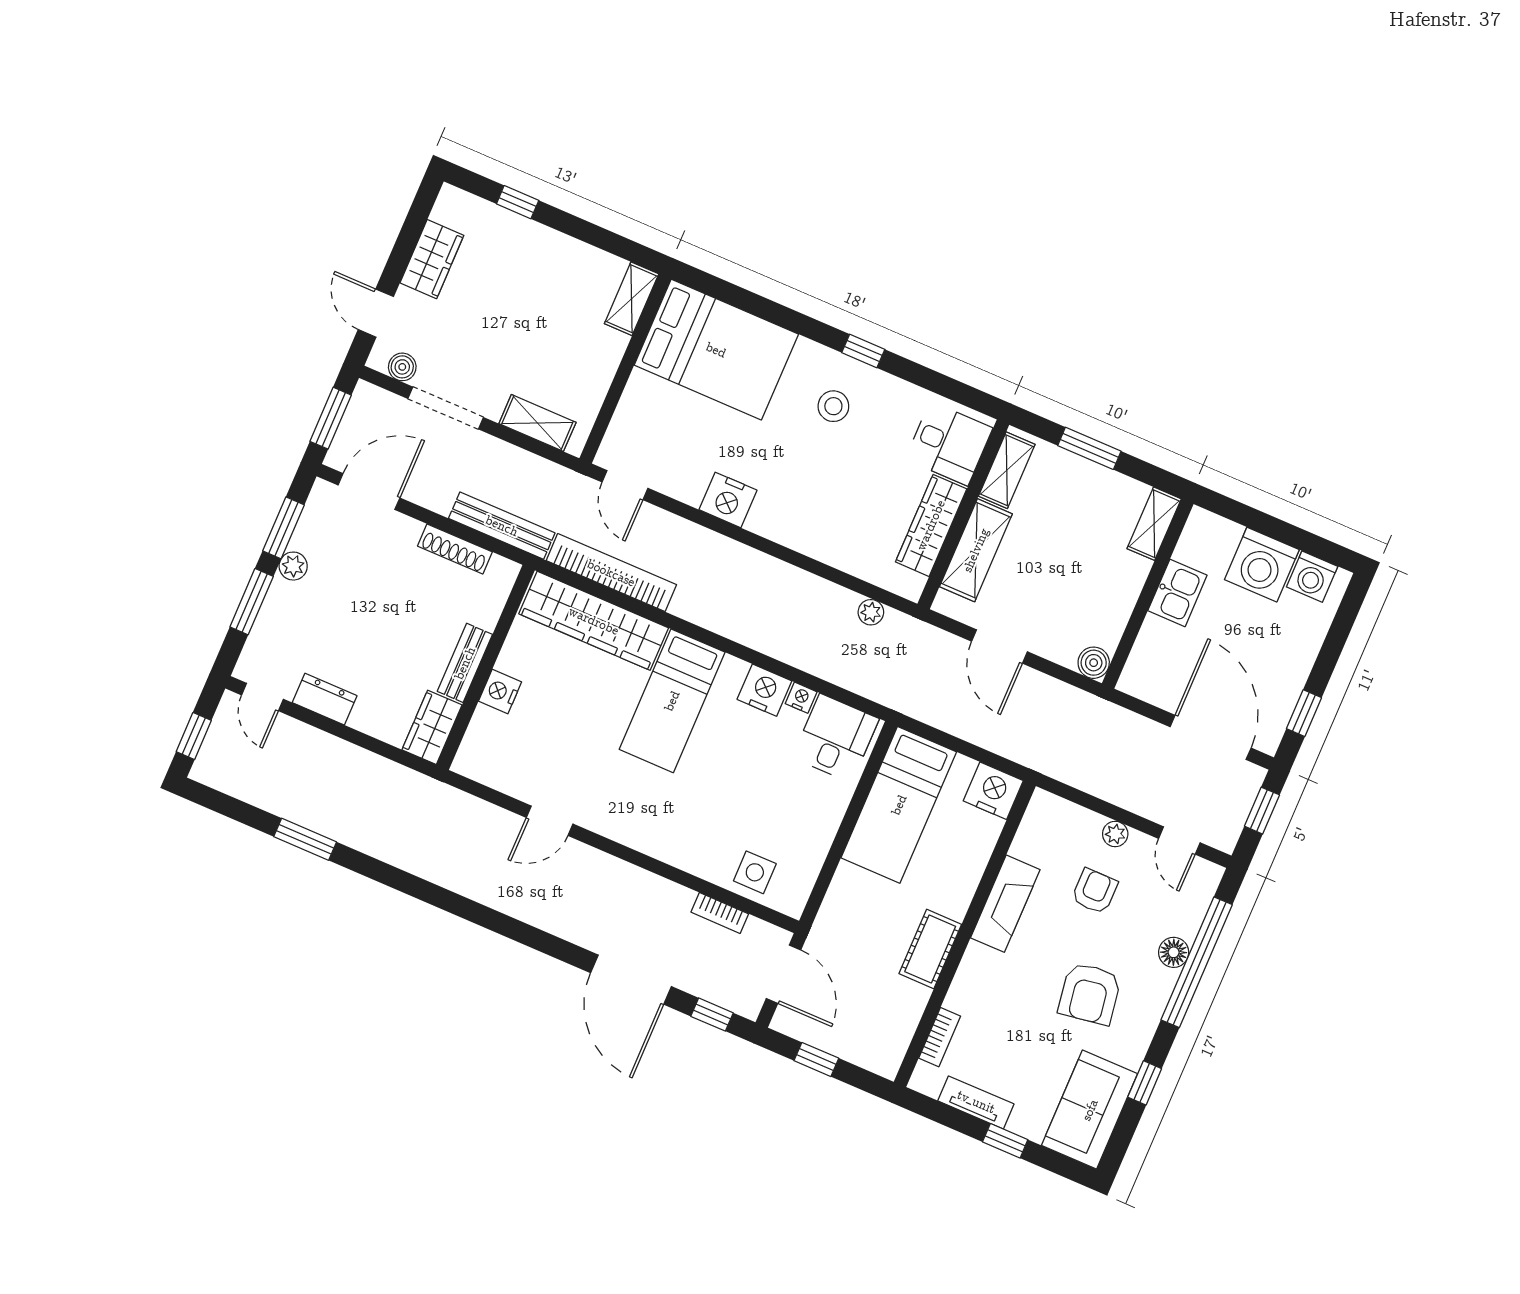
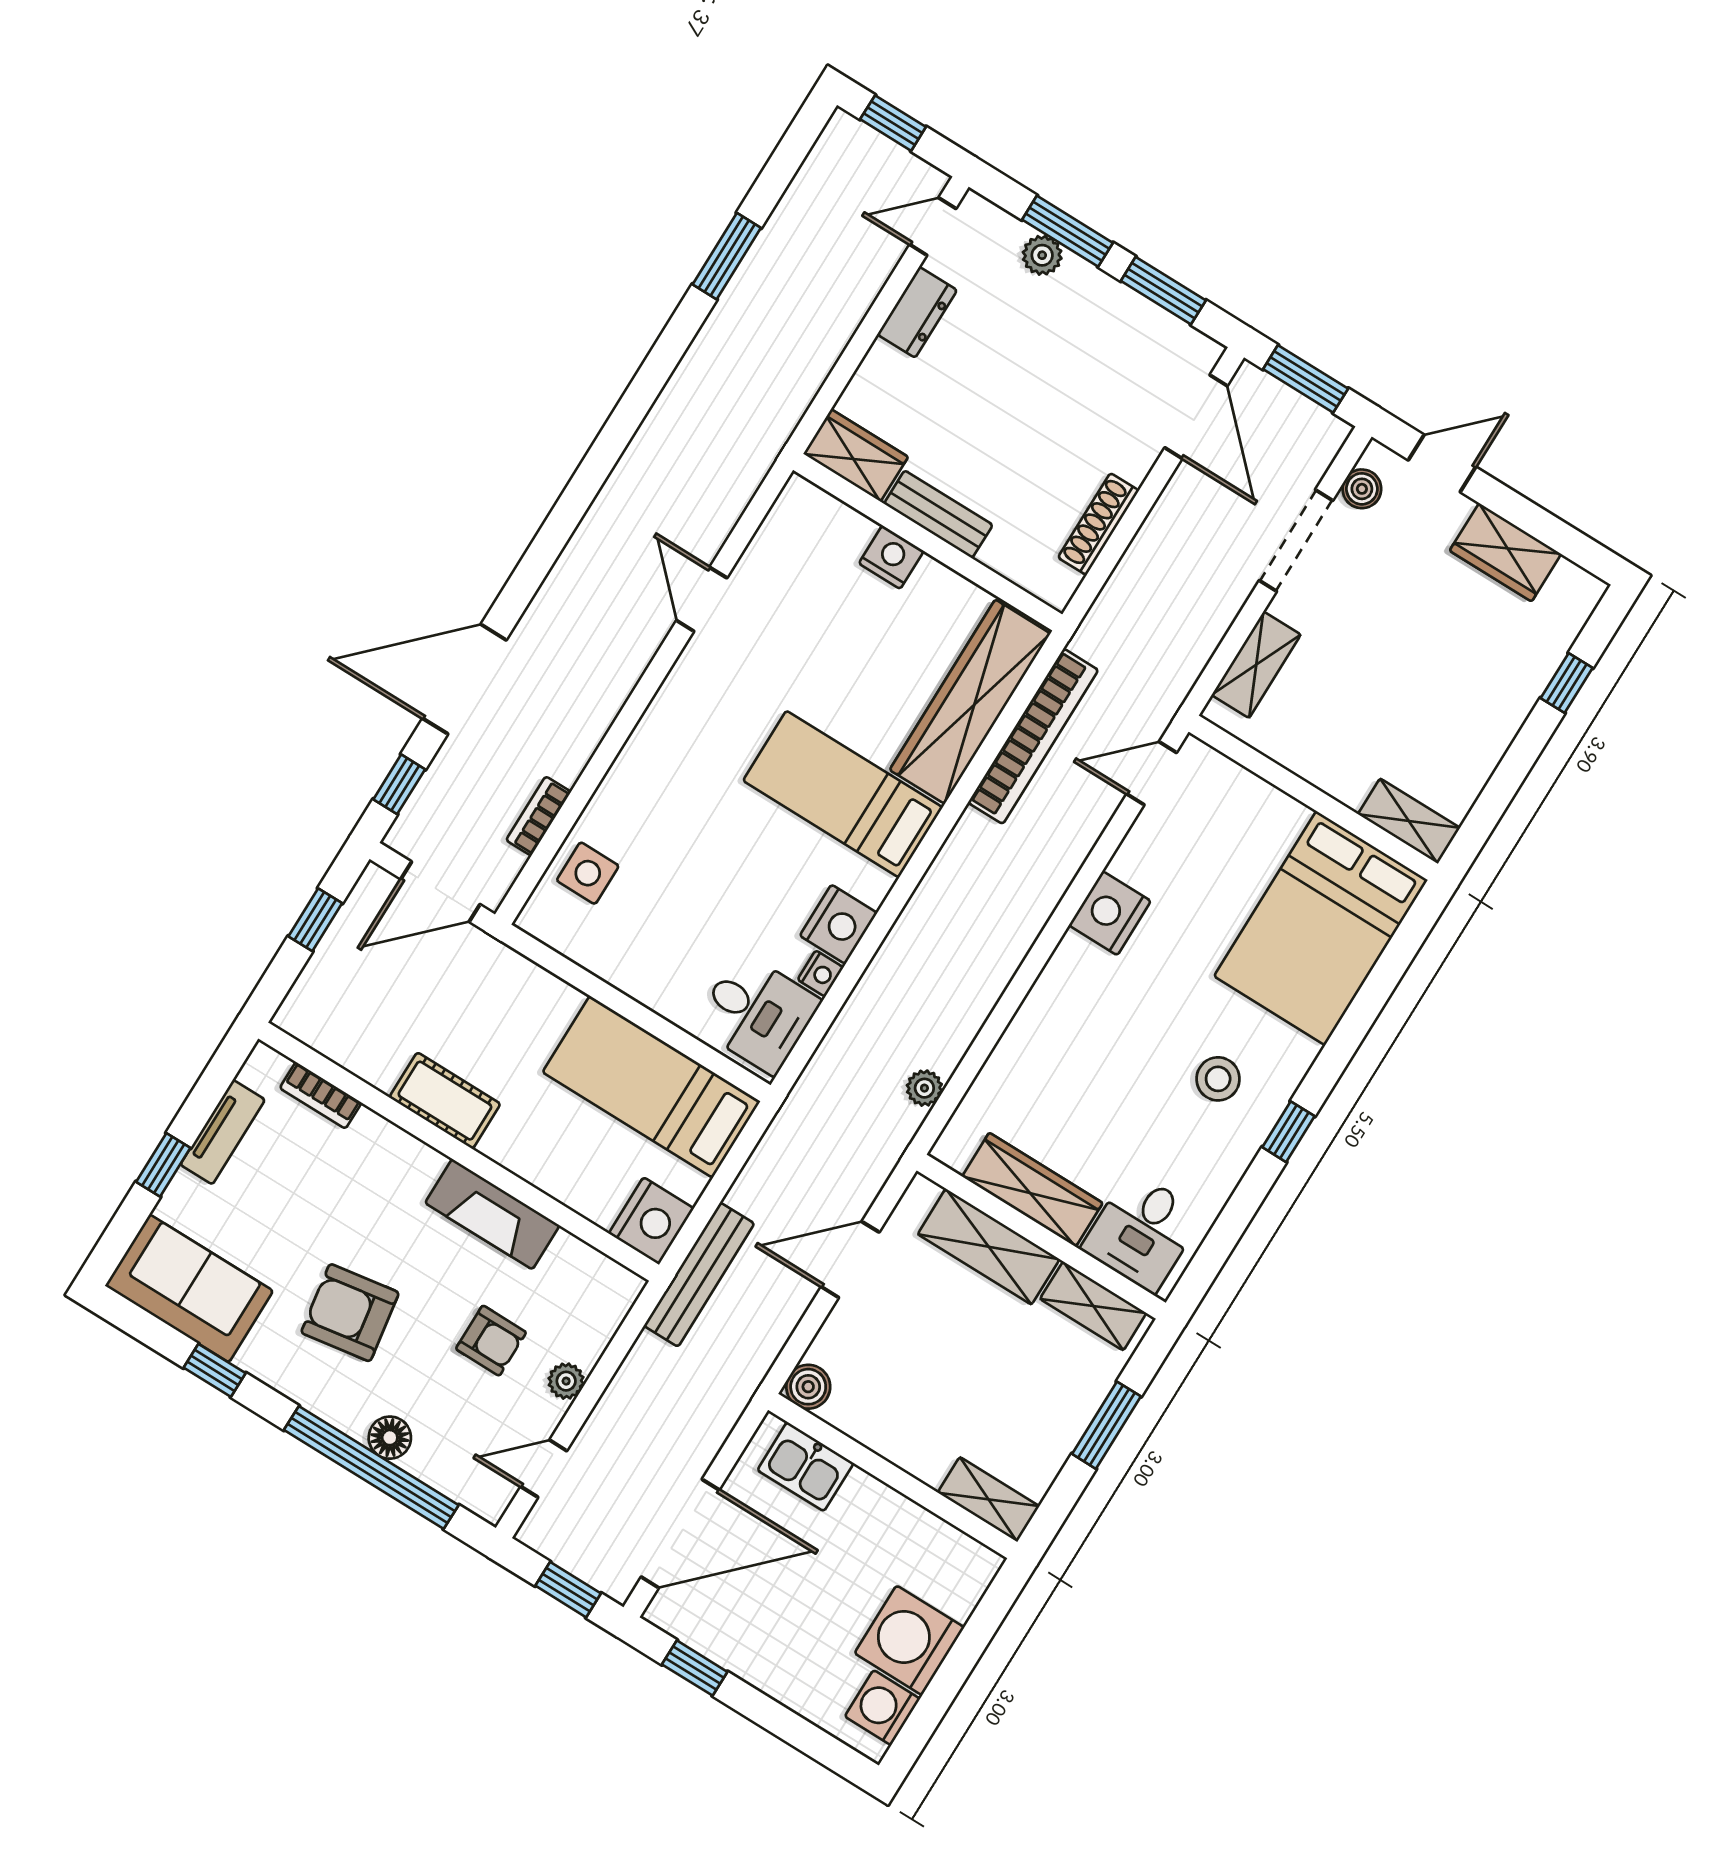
bench: (502, 526) -> (699, 1275), moved
plant: (293, 566) -> (1042, 255), moved
kitchen sink: (1177, 593) -> (806, 1467), moved

